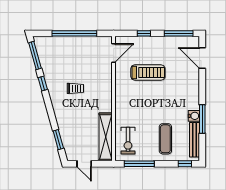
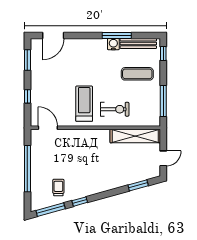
window: (179, 33) -> (27, 60), width x0.69
treadmill: (148, 73) -> (84, 104), moved
trolley: (75, 88) -> (58, 188), moved
exercise bike: (128, 141) -> (115, 109), moved

